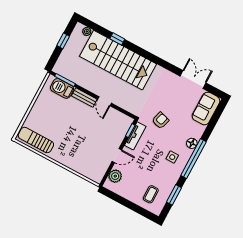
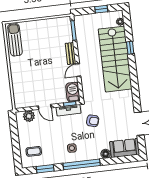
barbecue: (62, 88) -> (73, 92), moved
floor lamp: (192, 143) -> (106, 154), moved

